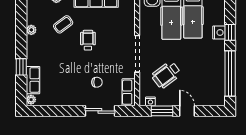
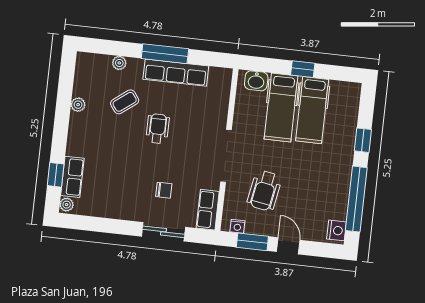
nightstand: (219, 33) -> (336, 230), moved
window: (21, 67) -> (56, 175), moved
wheelchair: (166, 75) -> (264, 191), turned -43

